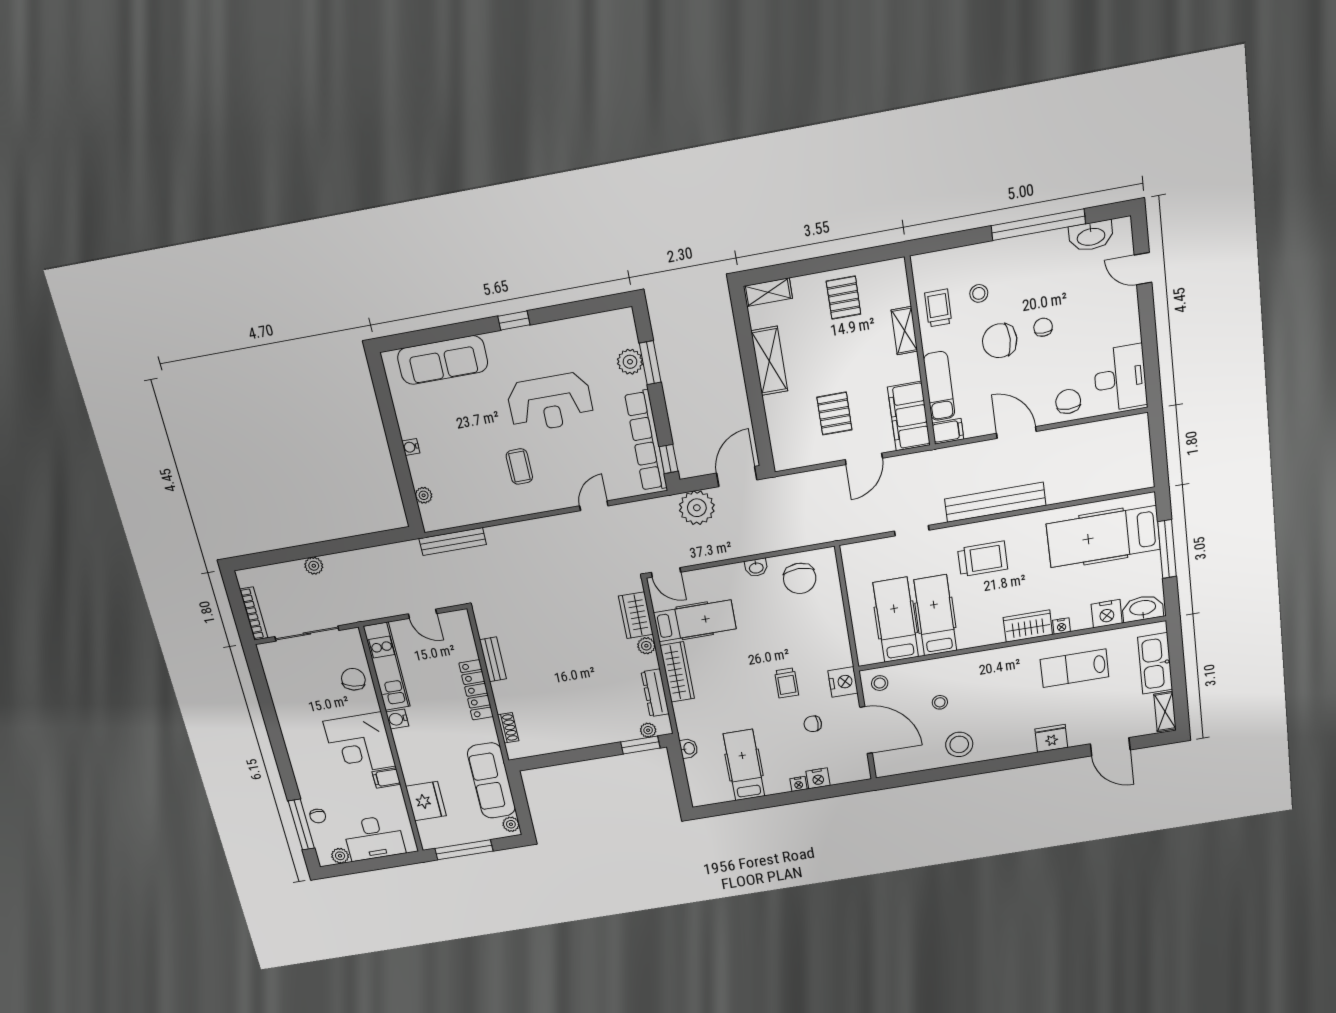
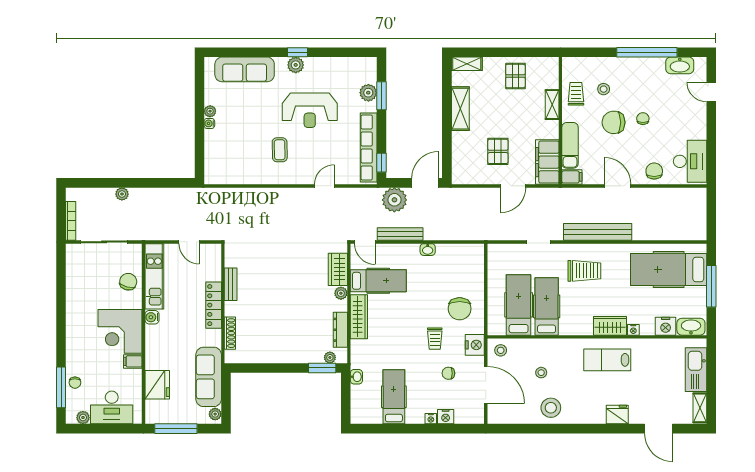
plant: (515, 340) -> (296, 65), added
plant: (424, 495) -> (210, 111), moved
bench: (453, 542) -> (400, 234), moved
chair: (800, 578) -> (460, 309), moved
lab bench: (1075, 668) -> (607, 360), moved
shoe rack: (508, 728) -> (230, 333), width x1.43

